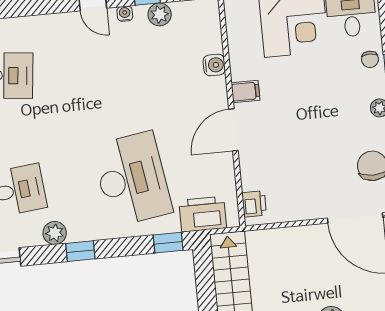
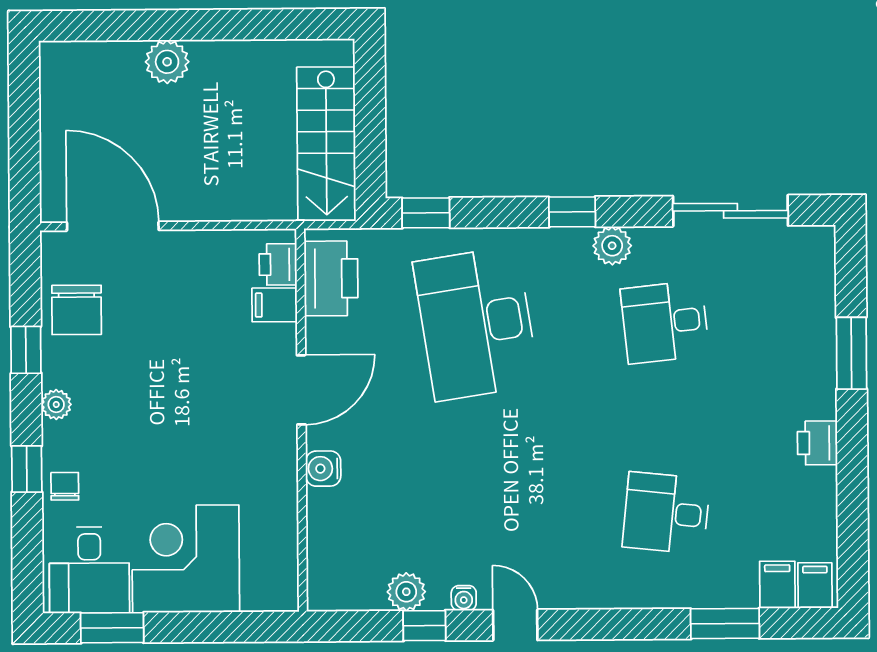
water cooler: (214, 65) -> (323, 469), moved
filing cabinet: (245, 92) -> (275, 305), moved
printer: (203, 214) -> (331, 278), moved, turned -90

